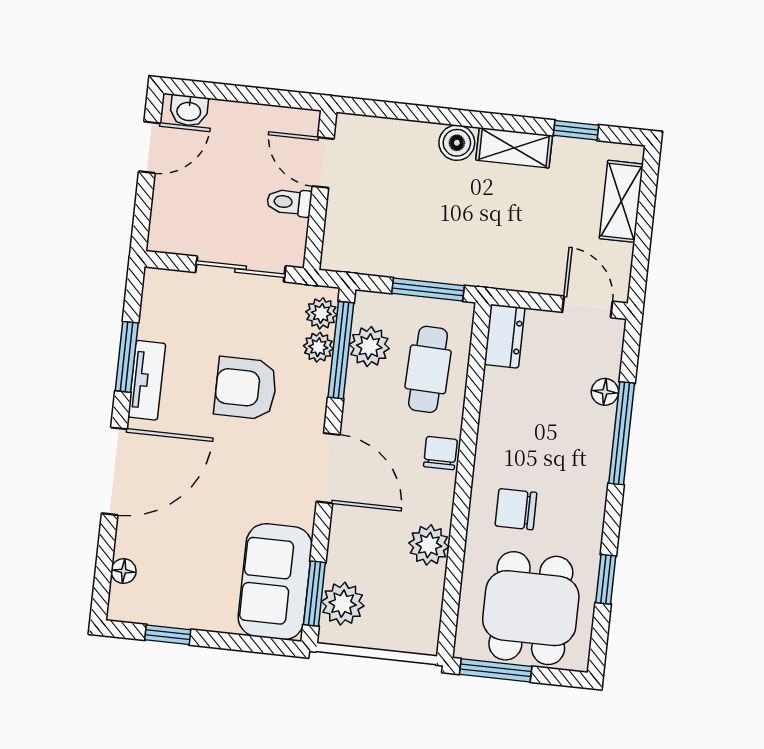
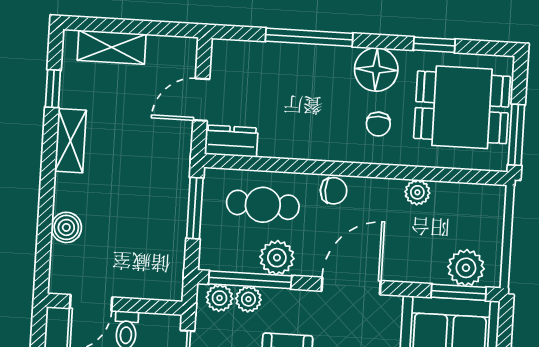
boiler: (457, 143) -> (66, 227), moved
door: (587, 307) -> (201, 100), moved
plant: (369, 346) -> (277, 258), moved
floor lamp: (605, 392) -> (376, 70), moved, width x1.89, depth x1.89
chair: (440, 453) -> (334, 191), turned 180
chair: (516, 509) -> (378, 124), width x0.73, depth x0.73
plant: (429, 545) -> (417, 192), width x0.73, depth x0.73

